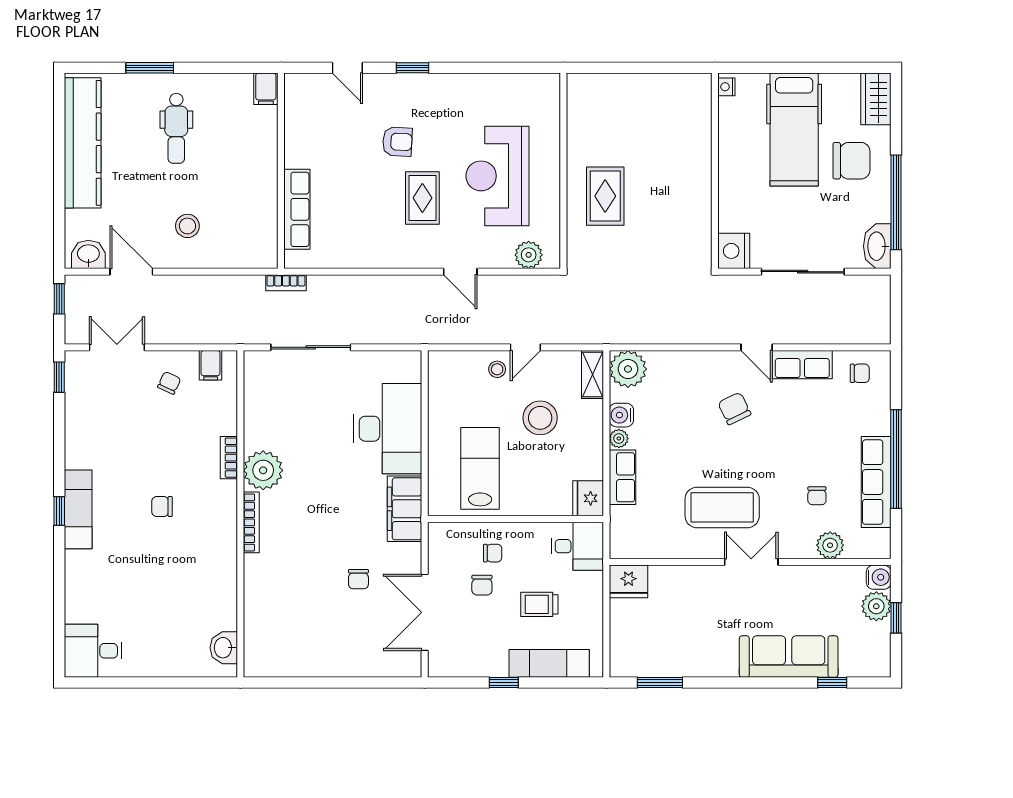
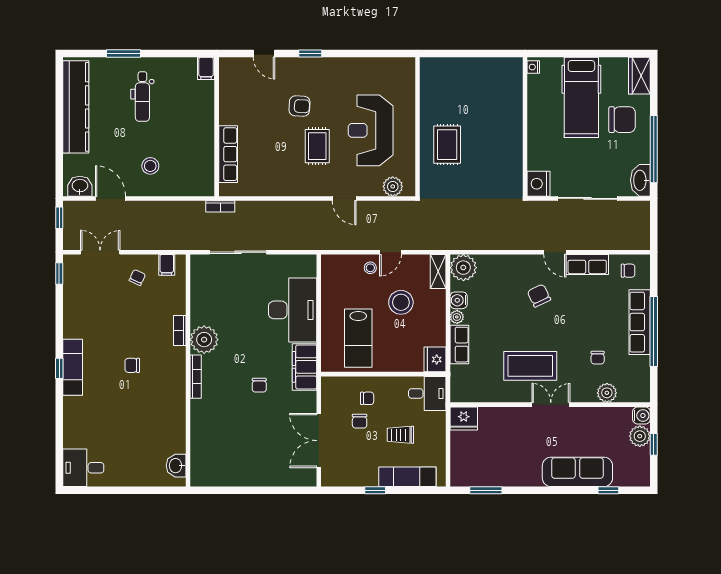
lab bench: (480, 468) -> (358, 338), turned 180
row of seats: (876, 482) -> (640, 322), moved
chair: (358, 579) -> (259, 385), moved

